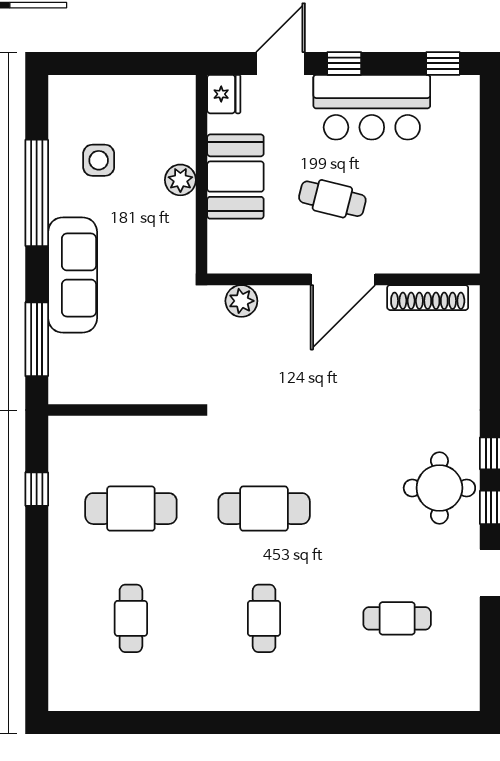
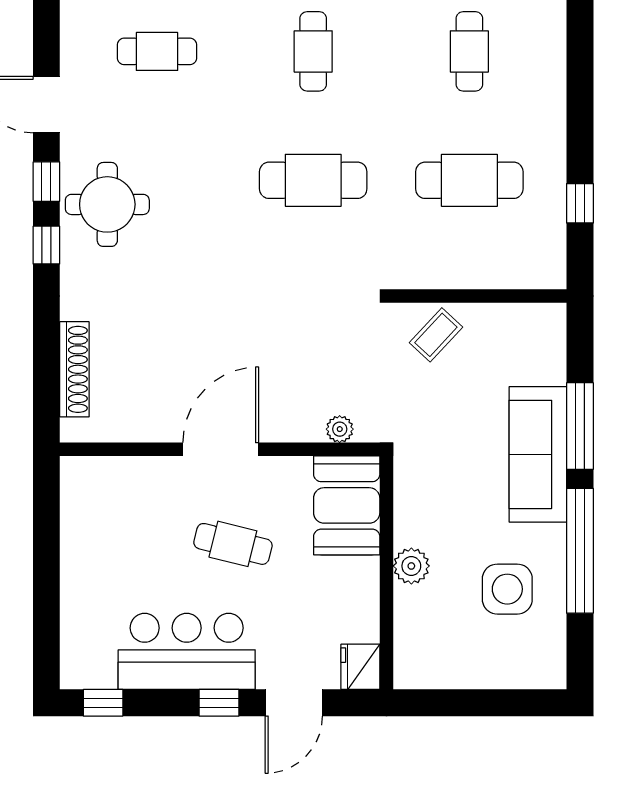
side table: (99, 160) -> (507, 589), width x1.37, depth x1.37
booth: (235, 177) -> (347, 505), moved
shoe rack: (428, 298) -> (74, 369), moved, turned 90
plant: (241, 301) -> (340, 429), width x0.73, depth x0.73
window: (37, 339) -> (580, 426), moved
coffee table: (159, 377) -> (436, 335), added

